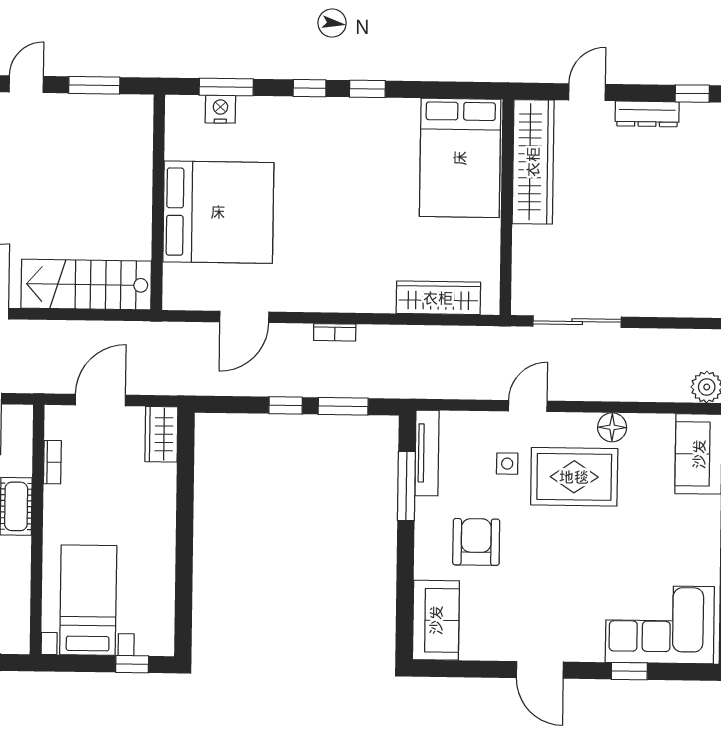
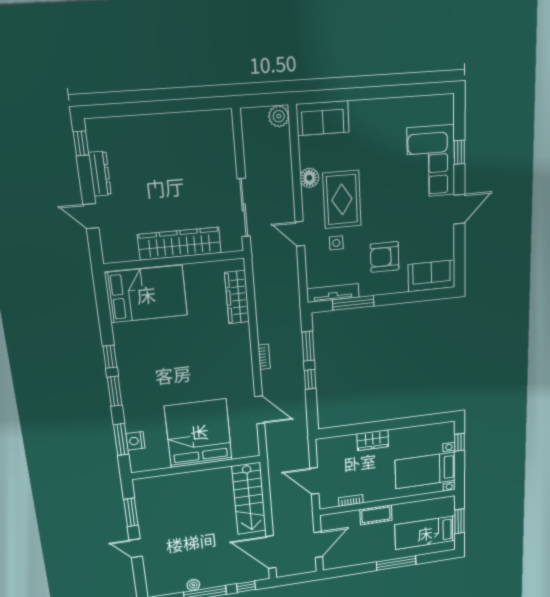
window: (310, 88) -> (115, 391), width x1.50
wardrobe: (533, 162) -> (180, 244), moved
wardrobe: (161, 434) -> (373, 440), moved
corner sofa: (660, 624) -> (431, 161), moved

